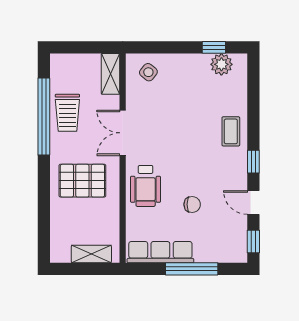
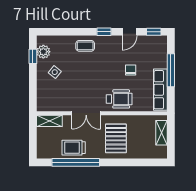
side table: (148, 72) -> (55, 72), moved
trolley: (67, 113) -> (74, 148), turned 180

